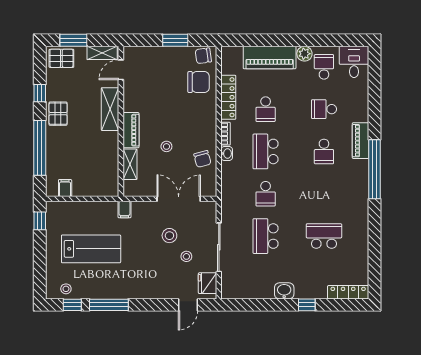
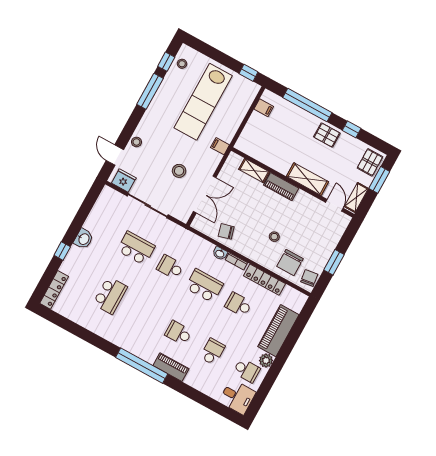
stool: (166, 146) -> (274, 237), moved
lab bench: (91, 249) -> (203, 102), width x1.36
stool: (186, 256) -> (136, 142), moved

